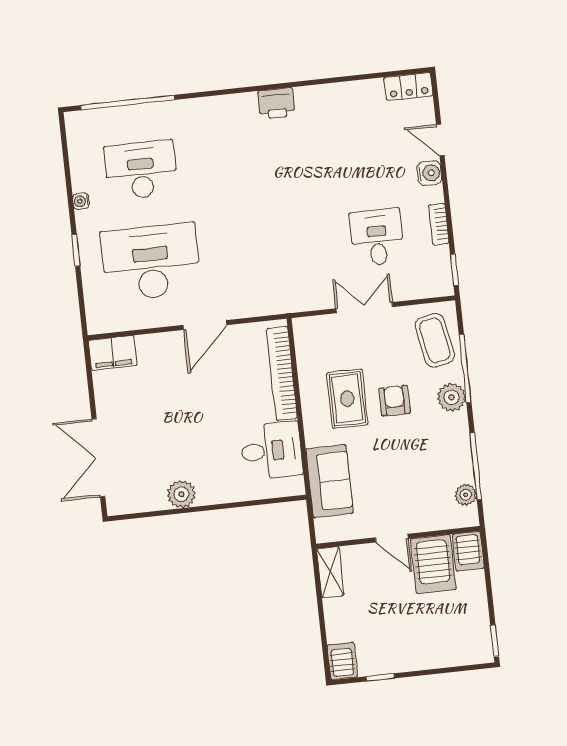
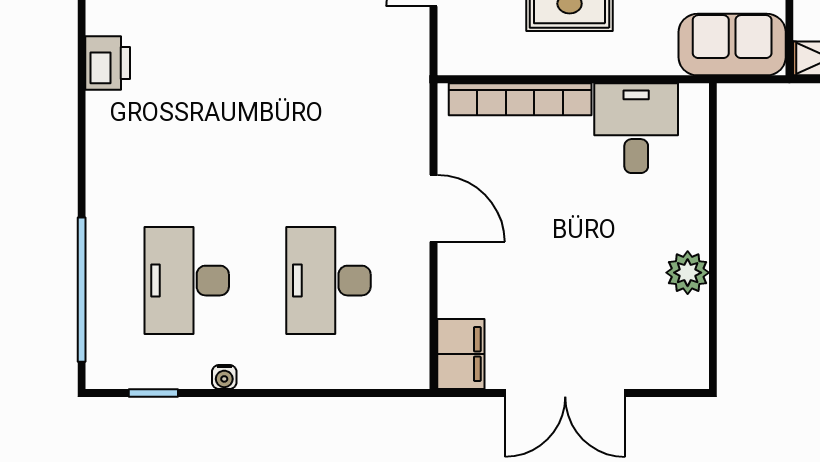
window: (76, 250) -> (153, 393), moved
desk: (151, 262) -> (328, 281), width x0.73, depth x0.77
double door: (98, 458) -> (565, 393), moved
sofa: (329, 481) -> (732, 45), moved

